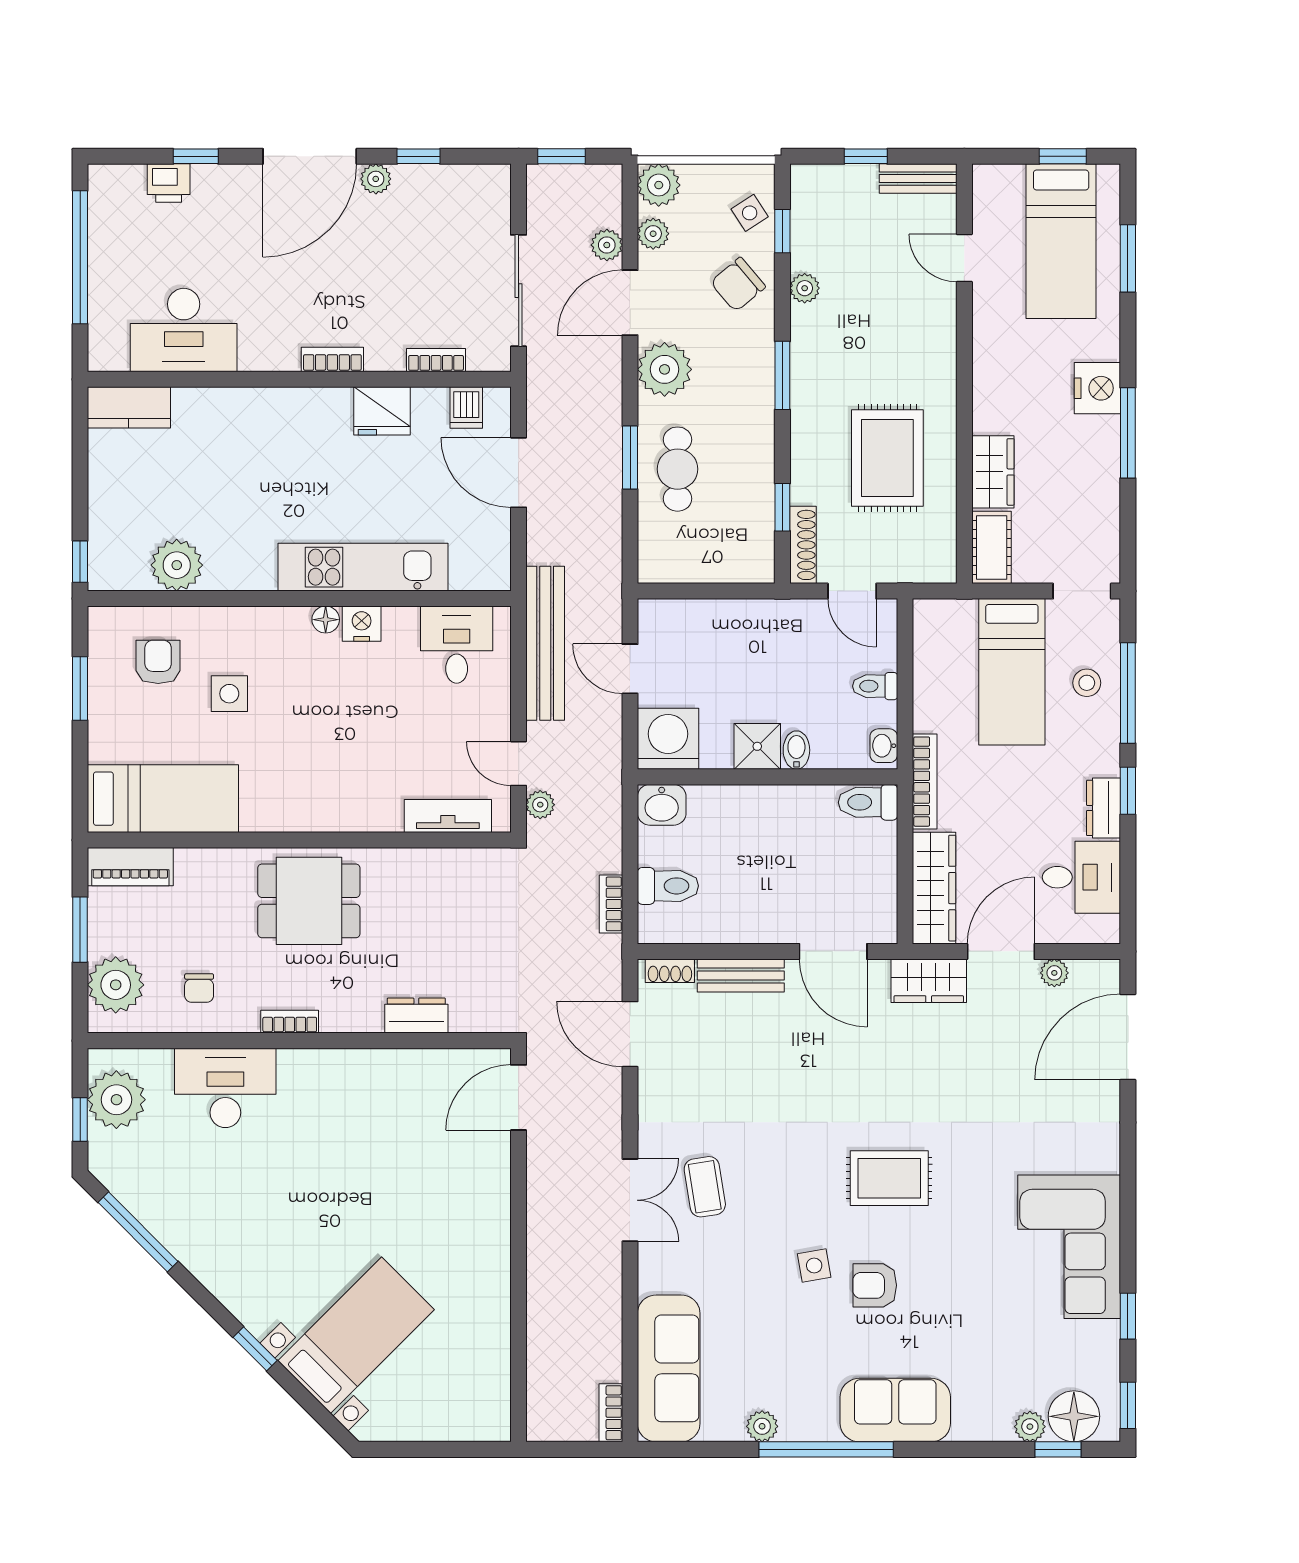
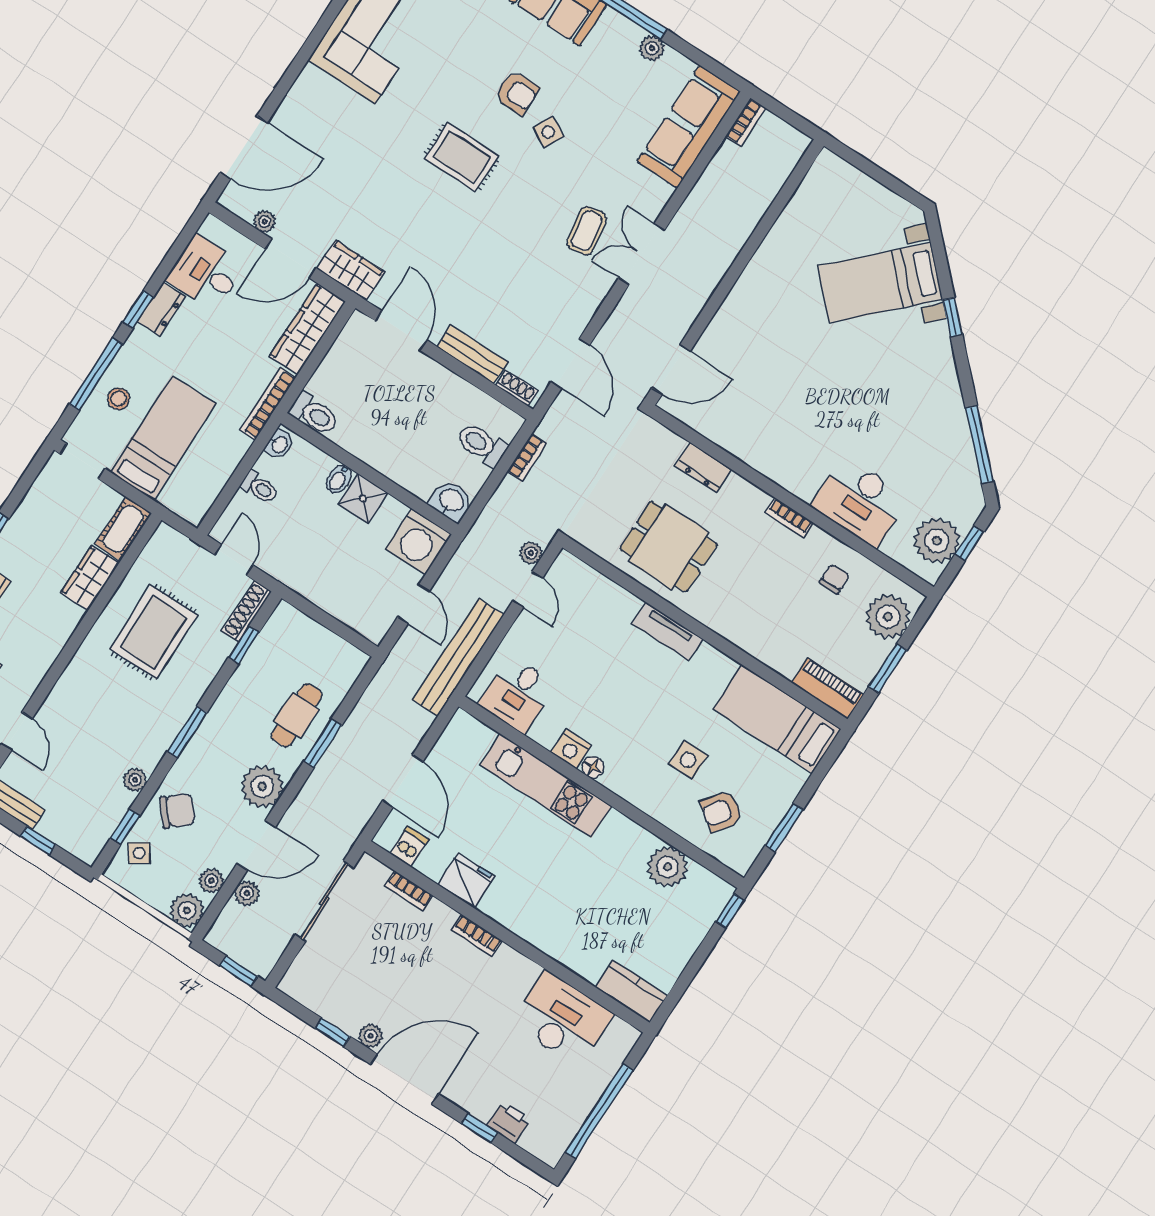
armchair: (158, 662) -> (721, 811), turned 36
tv unit: (448, 816) -> (667, 631), moved
dining table: (309, 901) -> (668, 547), moved
side table: (814, 1266) -> (548, 132), turned 38

